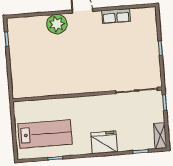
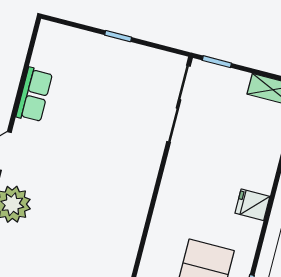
fridge: (104, 142) -> (252, 205), width x0.53, depth x0.75

